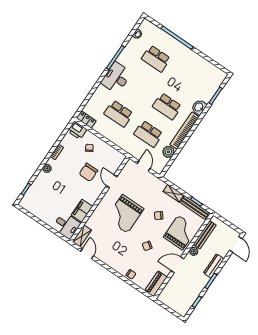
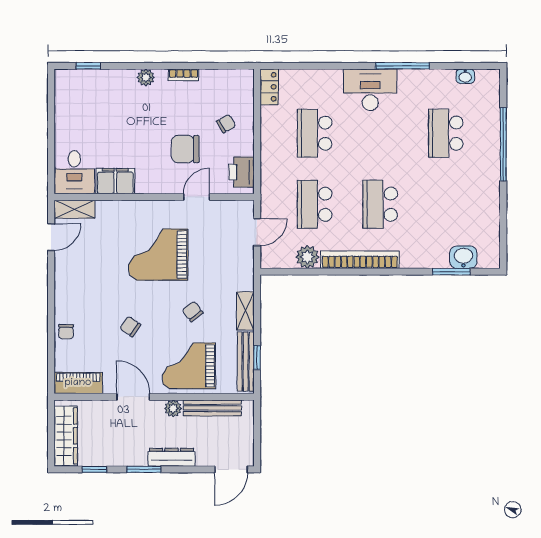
washbasin: (199, 107) -> (463, 257), moved
printer: (77, 130) -> (241, 172), moved
grand piano: (180, 233) -> (189, 366), turned 180
wardrobe: (175, 304) -> (66, 436), added

